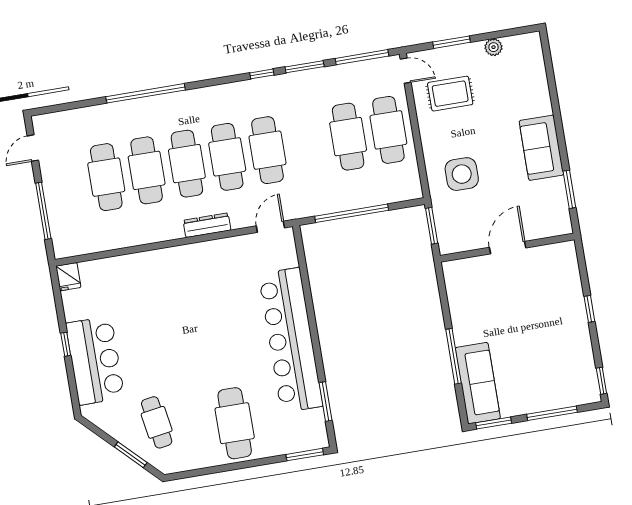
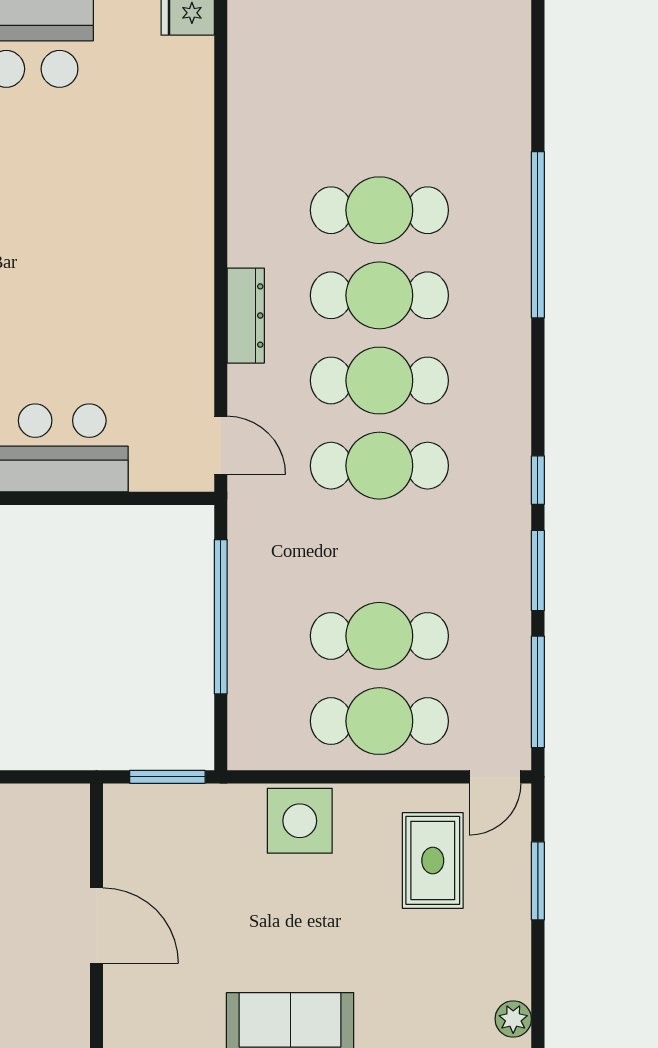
plant: (493, 47) -> (513, 1019), moved
side table: (462, 174) -> (300, 821), moved
cafe table: (106, 177) -> (379, 125), removed

